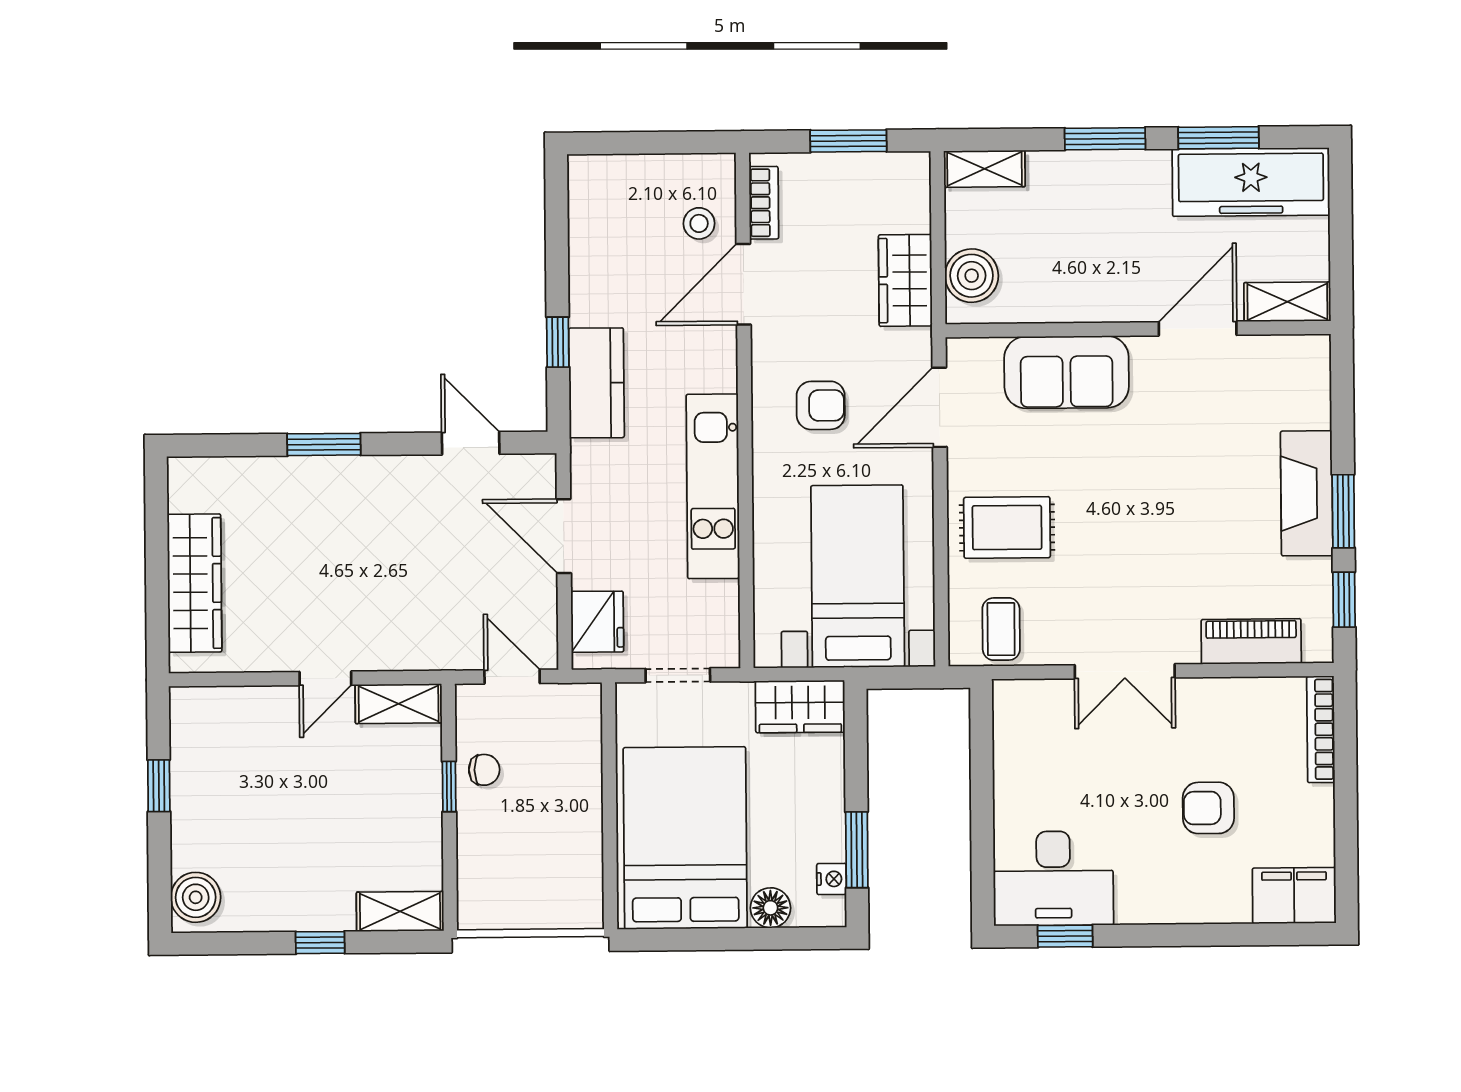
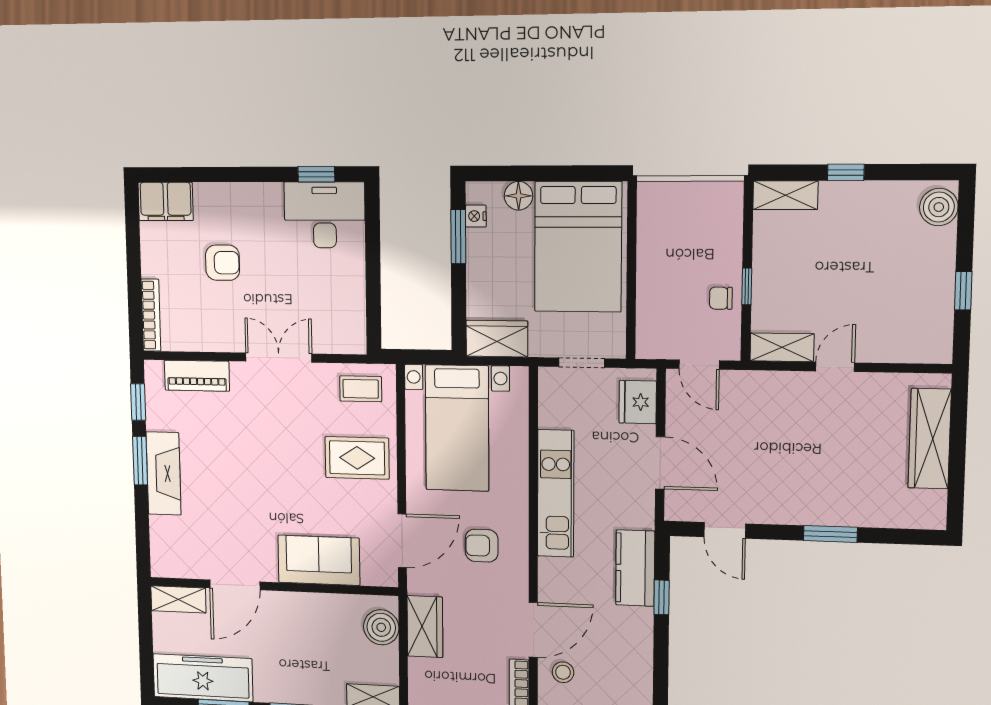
coffee table: (1001, 629) -> (361, 389), turned 90

